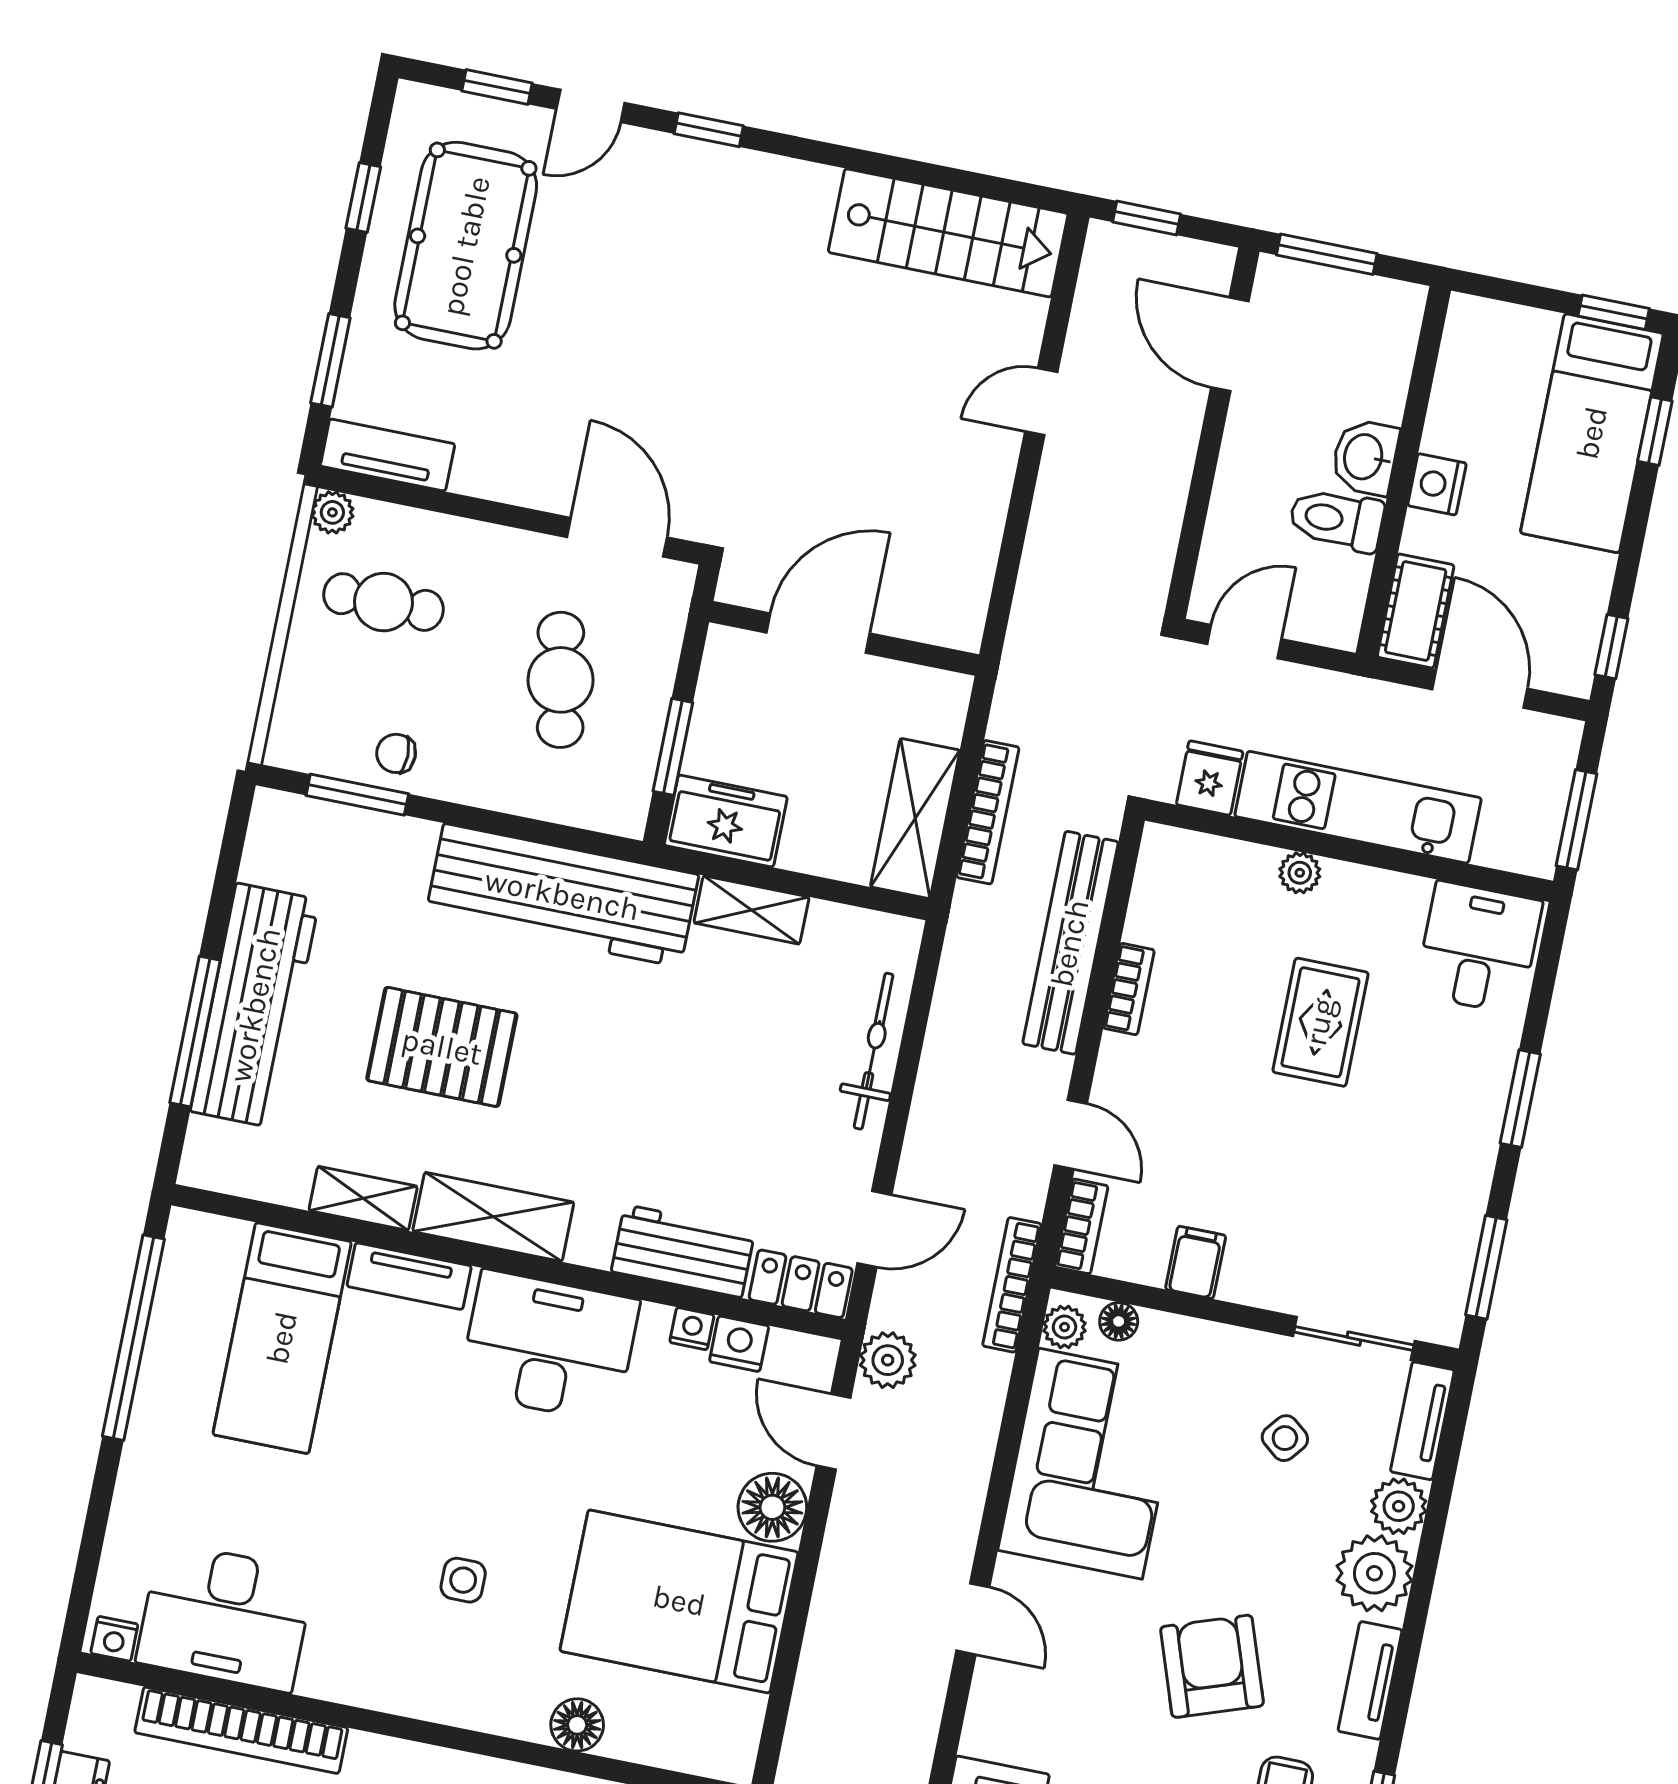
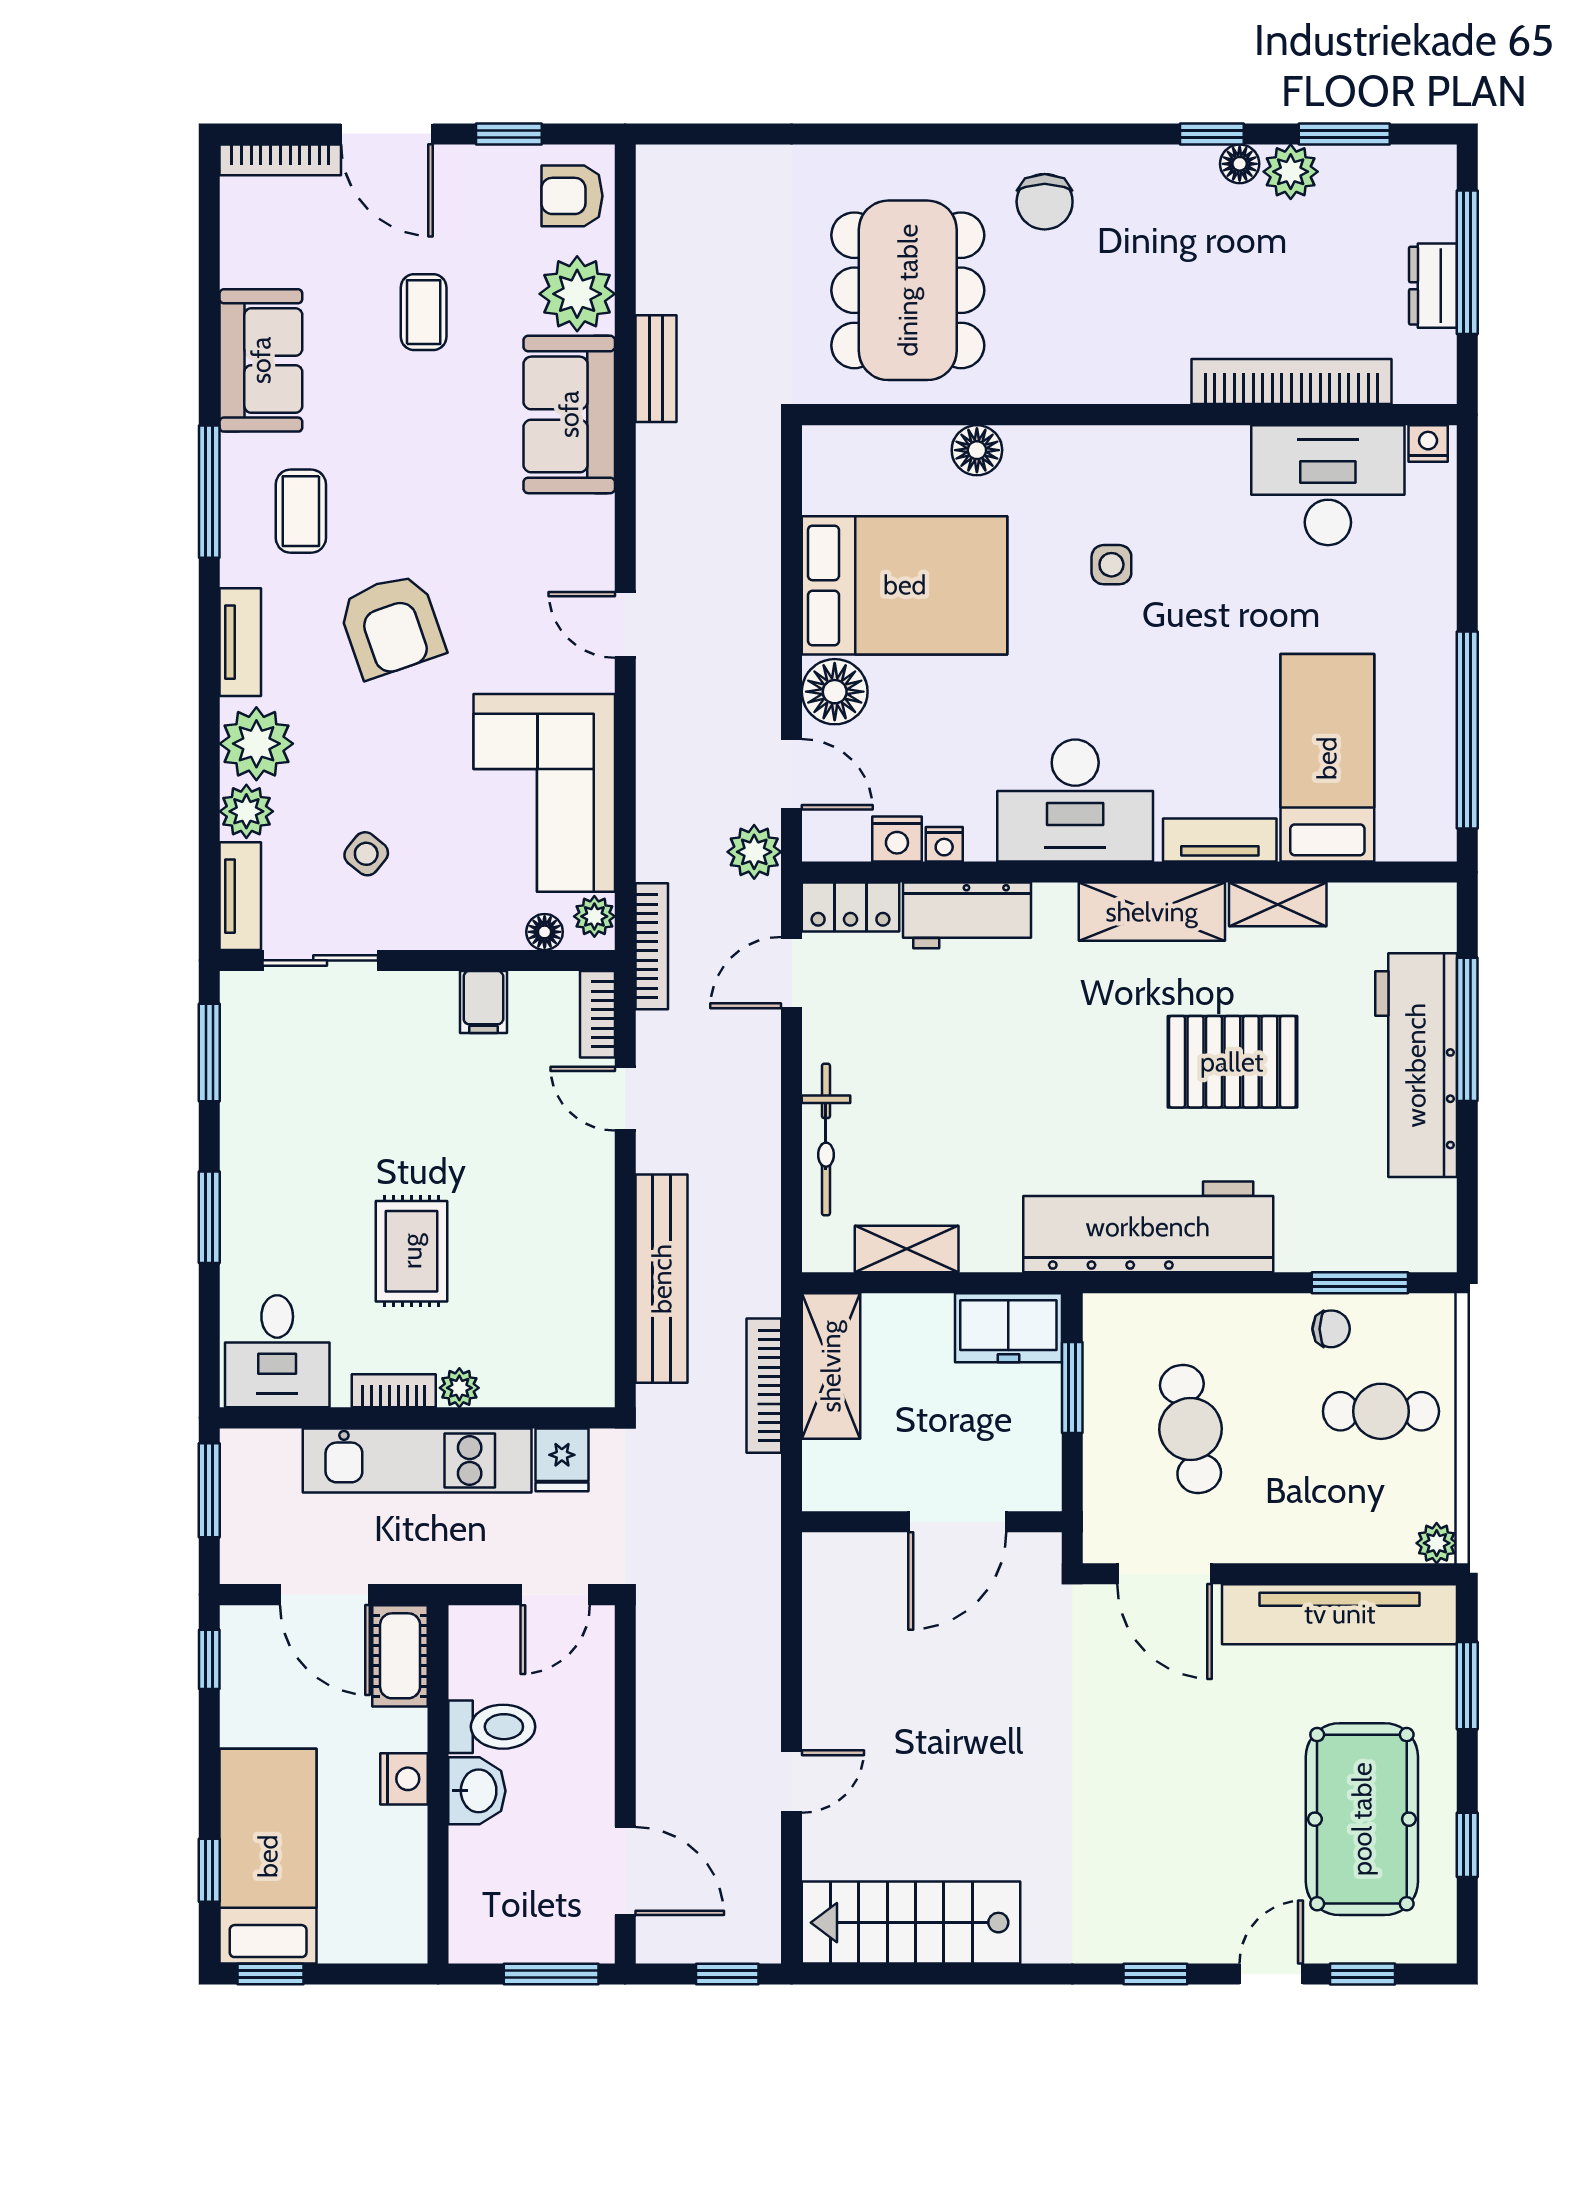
tv unit: (388, 455) -> (1340, 1614), width x1.92, depth x1.29
cafe table: (383, 602) -> (1381, 1411), moved
shelving: (751, 910) -> (907, 1249), moved
bookcase: (1129, 989) -> (394, 1391), moved, turned 90

